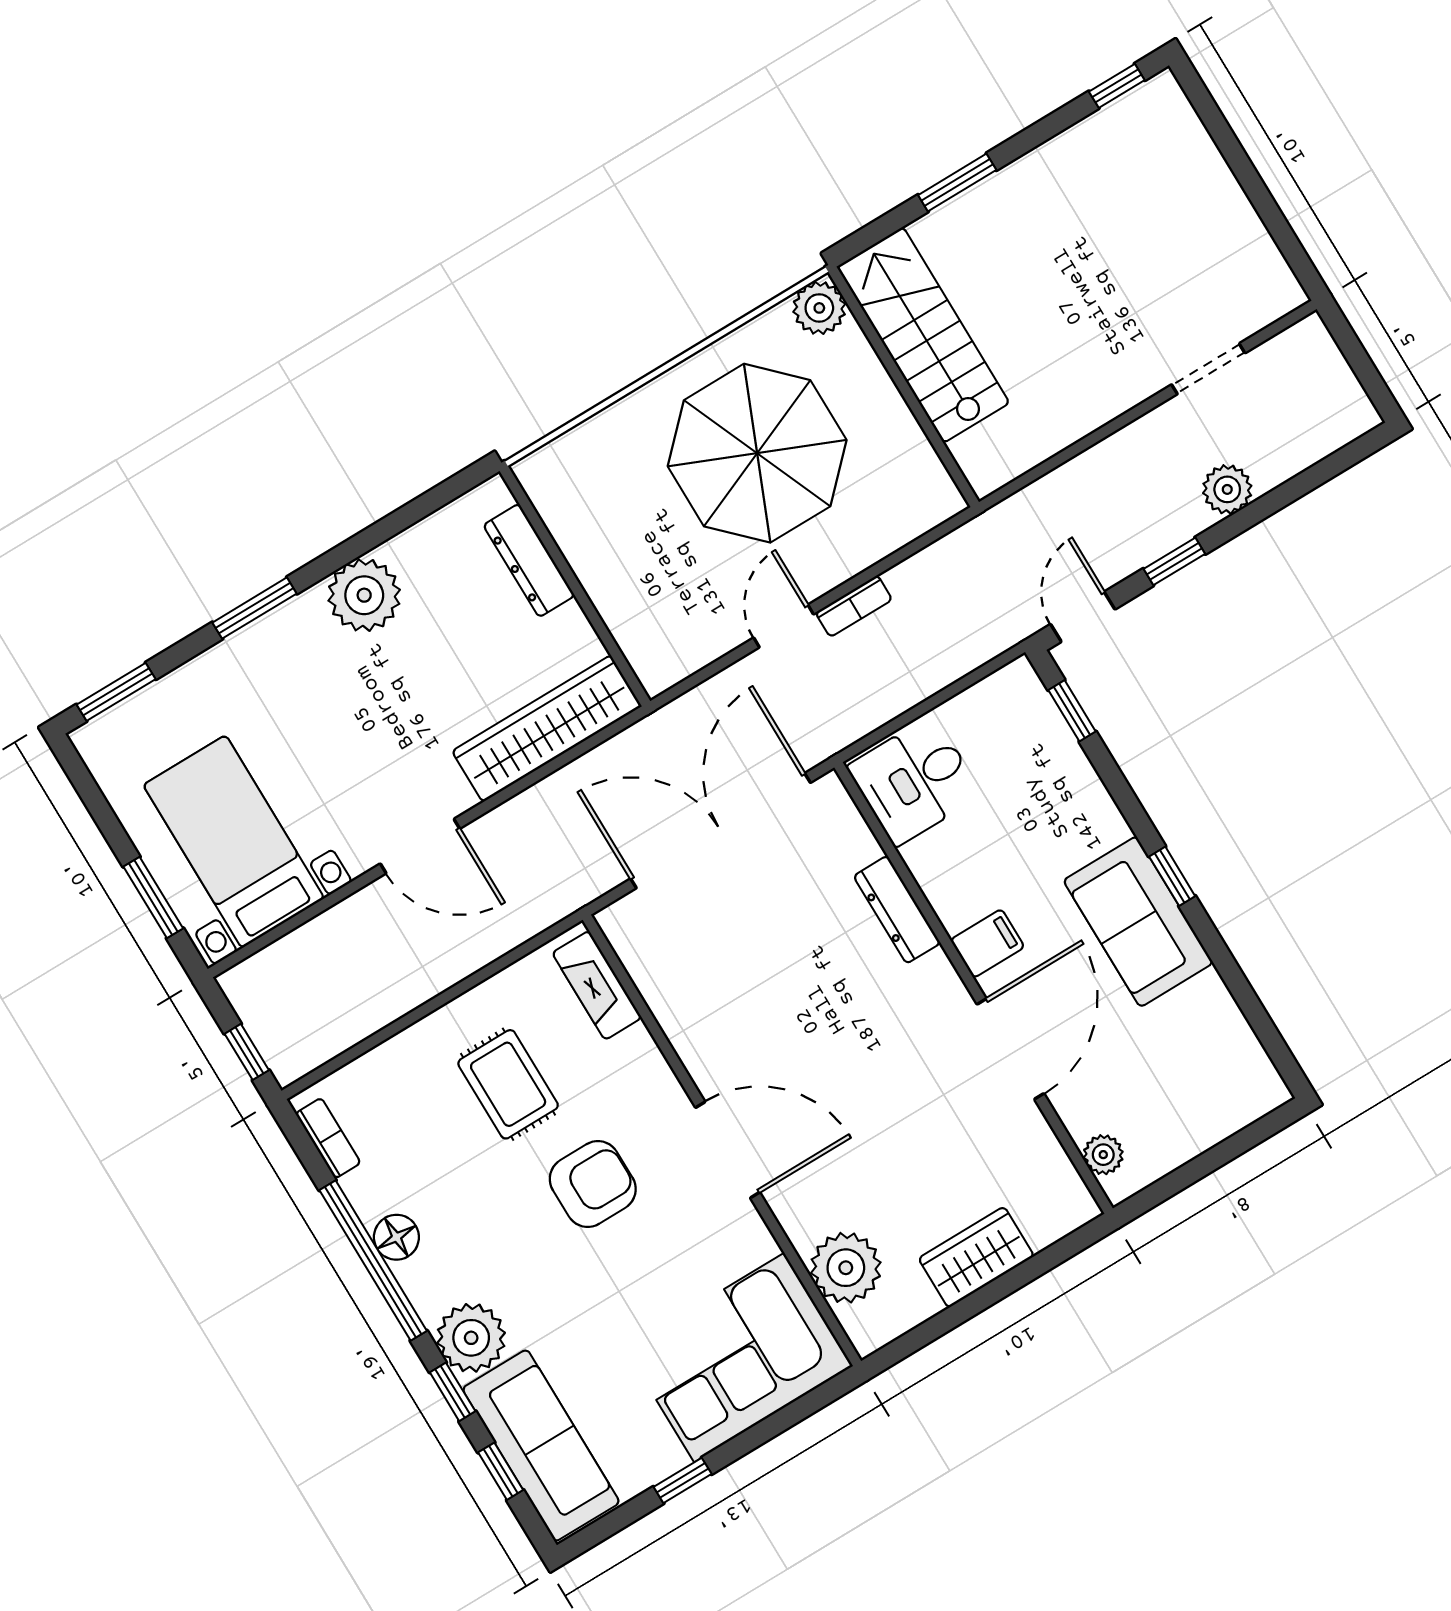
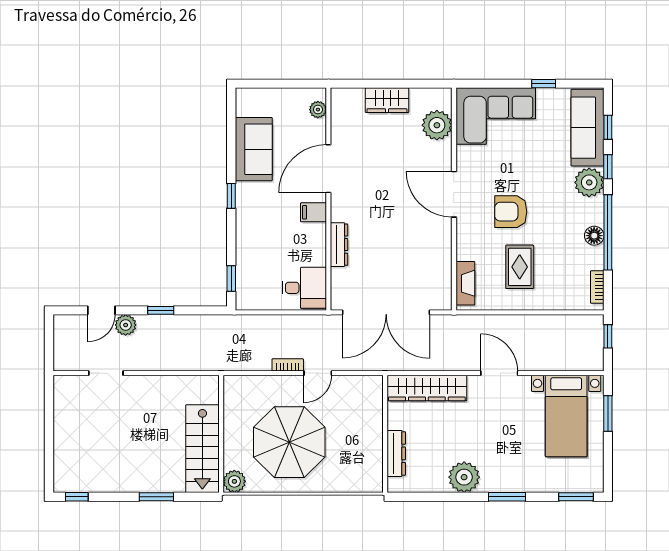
door: (1083, 617) -> (101, 310), moved
sofa: (1138, 922) -> (254, 149), moved

